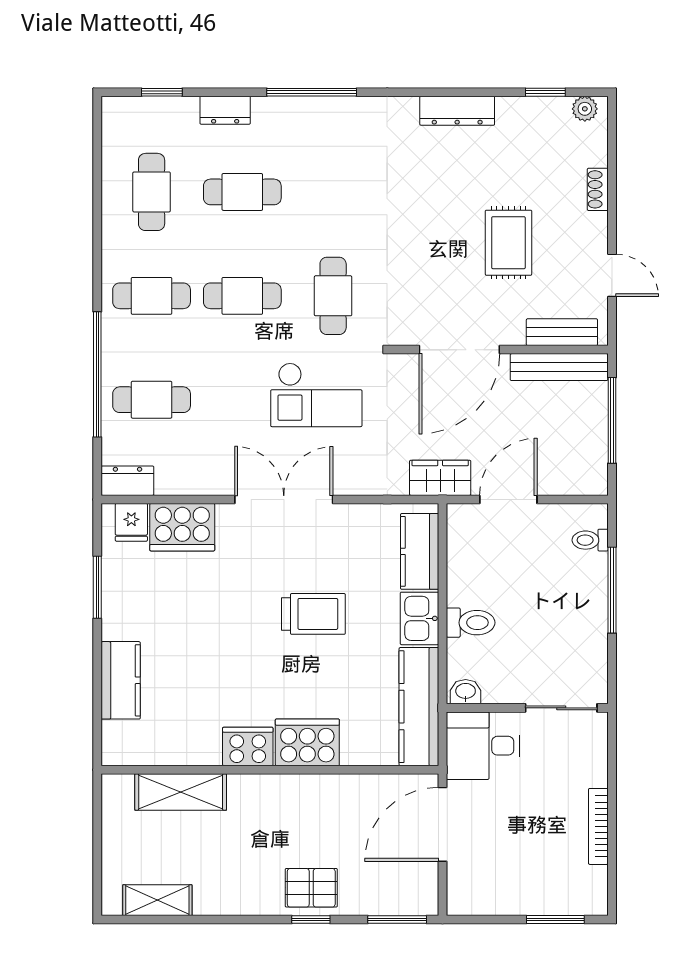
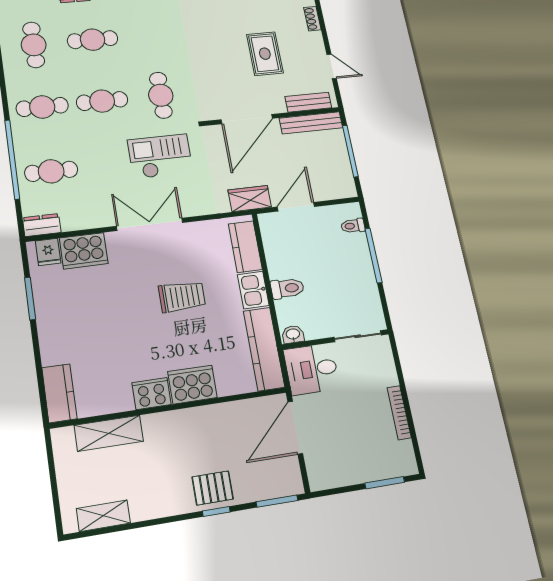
checkout: (316, 395) -> (160, 156), turned 180
kitchen counter: (121, 680) -> (59, 393), moved

